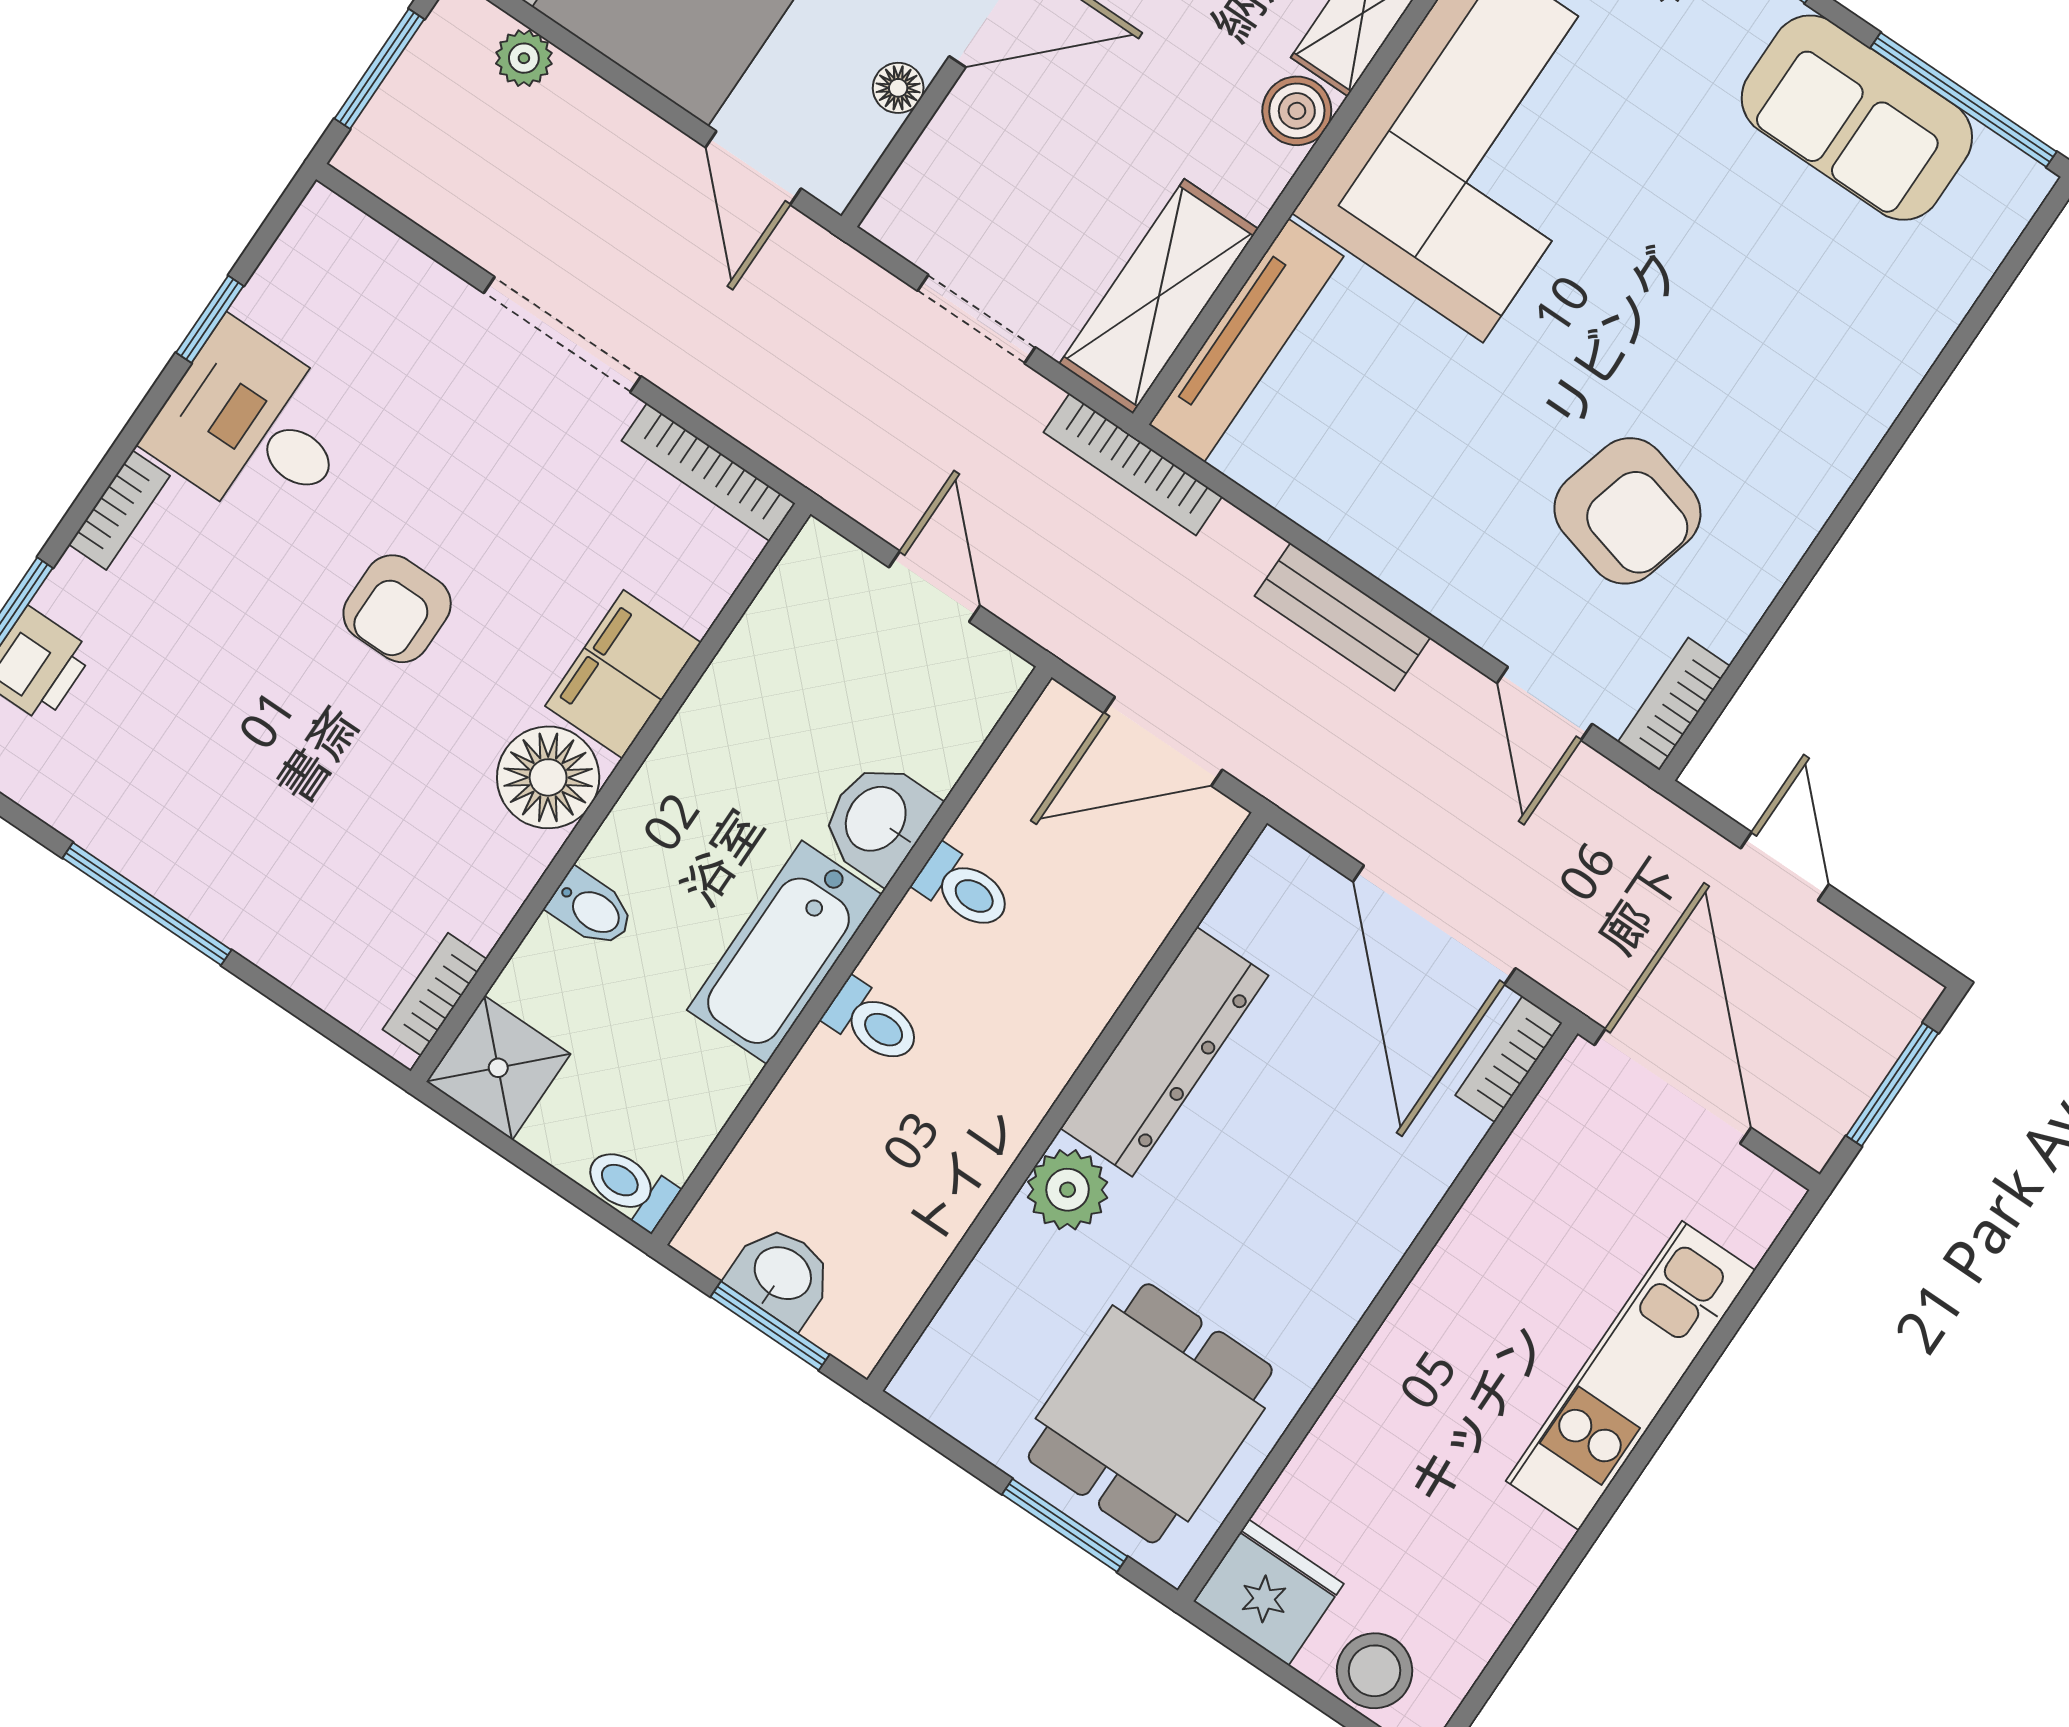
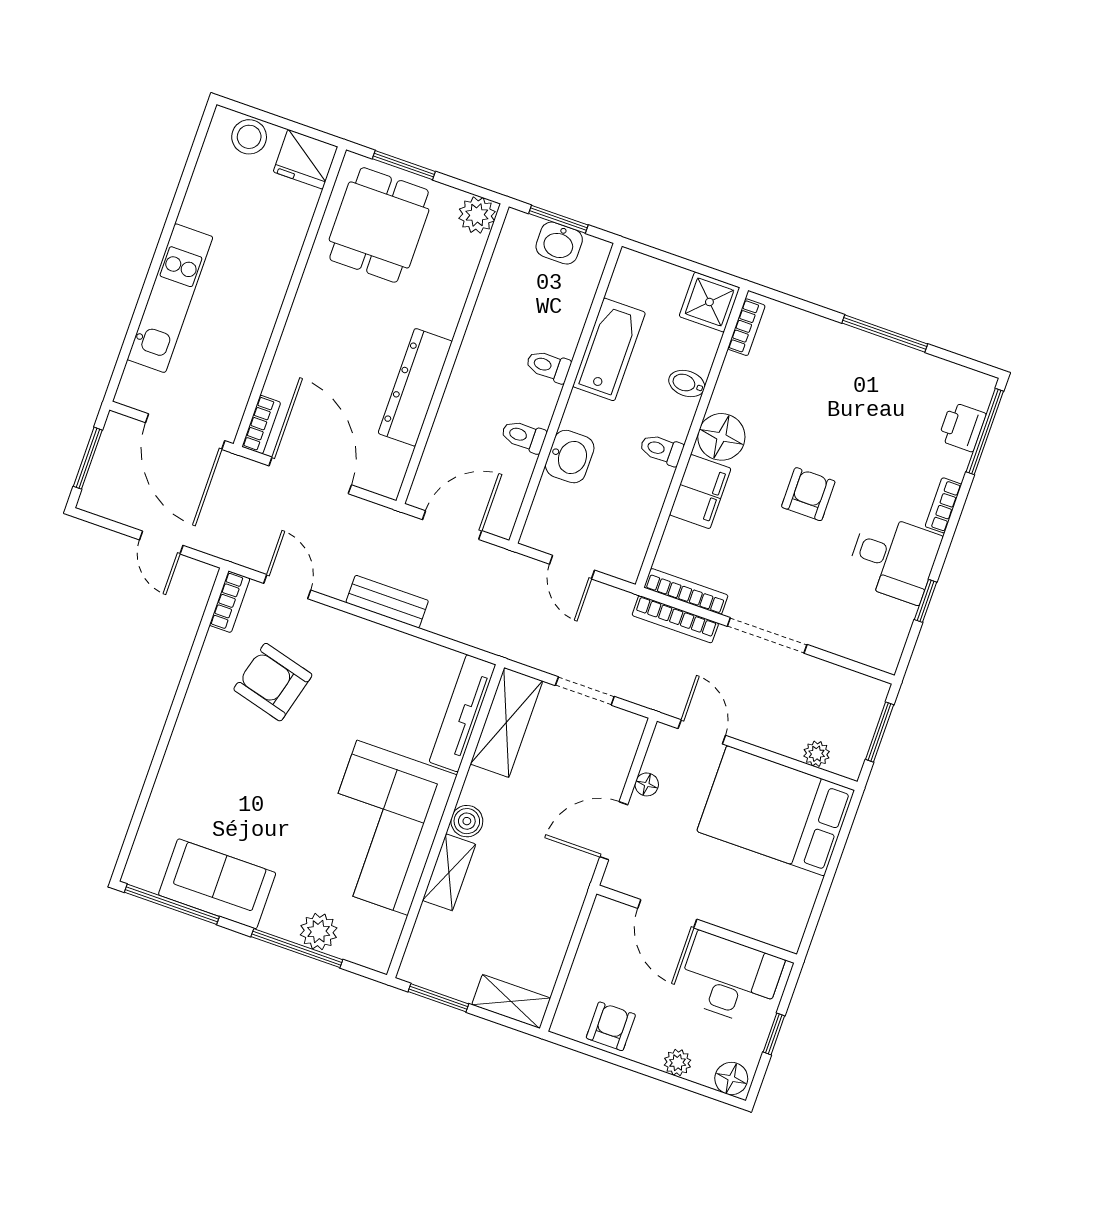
bookcase: (1133, 464) -> (675, 619), moved, turned 180
bathtub: (784, 952) -> (609, 349), moved
toilet: (630, 1187) -> (661, 450), moved, turned 180
plant: (1068, 1190) -> (477, 215), moved

